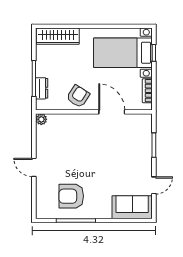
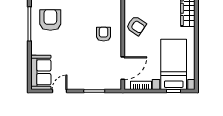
door: (112, 112) -> (123, 68), moved
armchair: (88, 134) -> (104, 34), added
door: (154, 185) -> (60, 91), swing flipped

